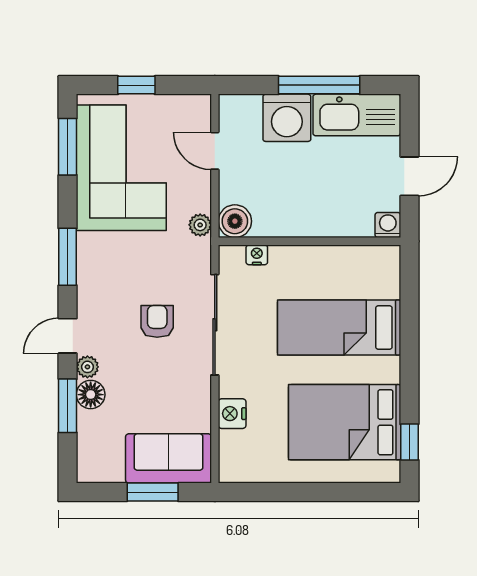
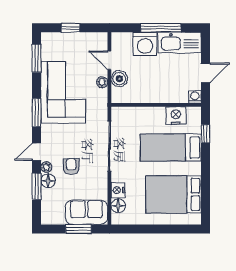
corner sofa: (121, 168) -> (63, 92), moved
boiler: (235, 221) -> (119, 79), moved
plant: (200, 225) -> (102, 82), moved
nightstand: (257, 255) -> (176, 116), moved, width x1.89, depth x1.79
armchair: (157, 321) -> (71, 167), moved
window: (409, 442) -> (206, 134), moved
floor lamp: (233, 445) -> (118, 206), added

